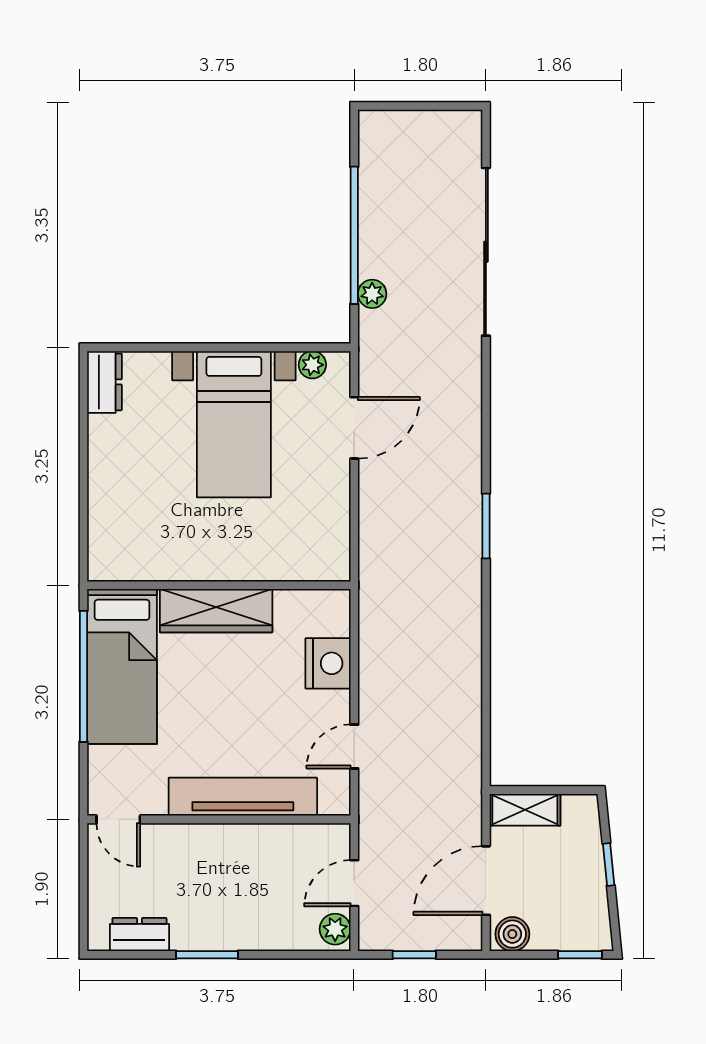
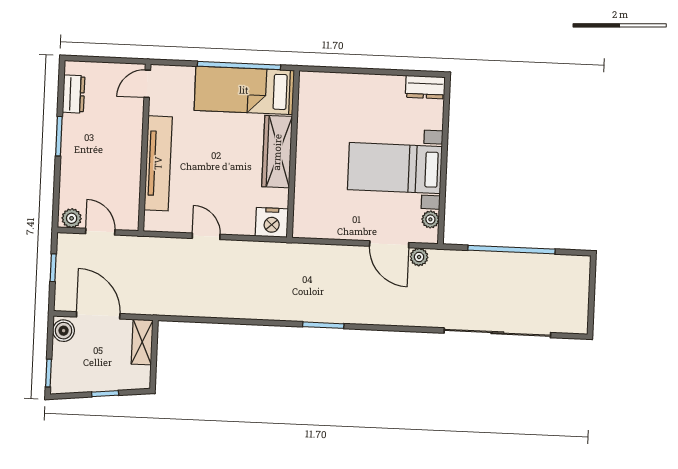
plant: (372, 294) -> (419, 257), moved
nightstand: (328, 663) -> (272, 222), moved
door: (354, 747) -> (206, 236), moved

